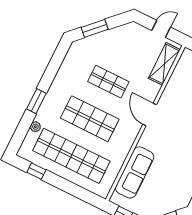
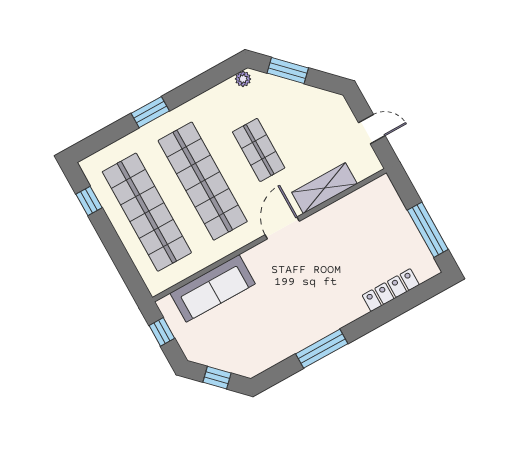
shelving: (164, 64) -> (324, 188), moved
shop shelf: (90, 119) -> (203, 181), width x1.40
plant: (35, 127) -> (243, 79), moved

